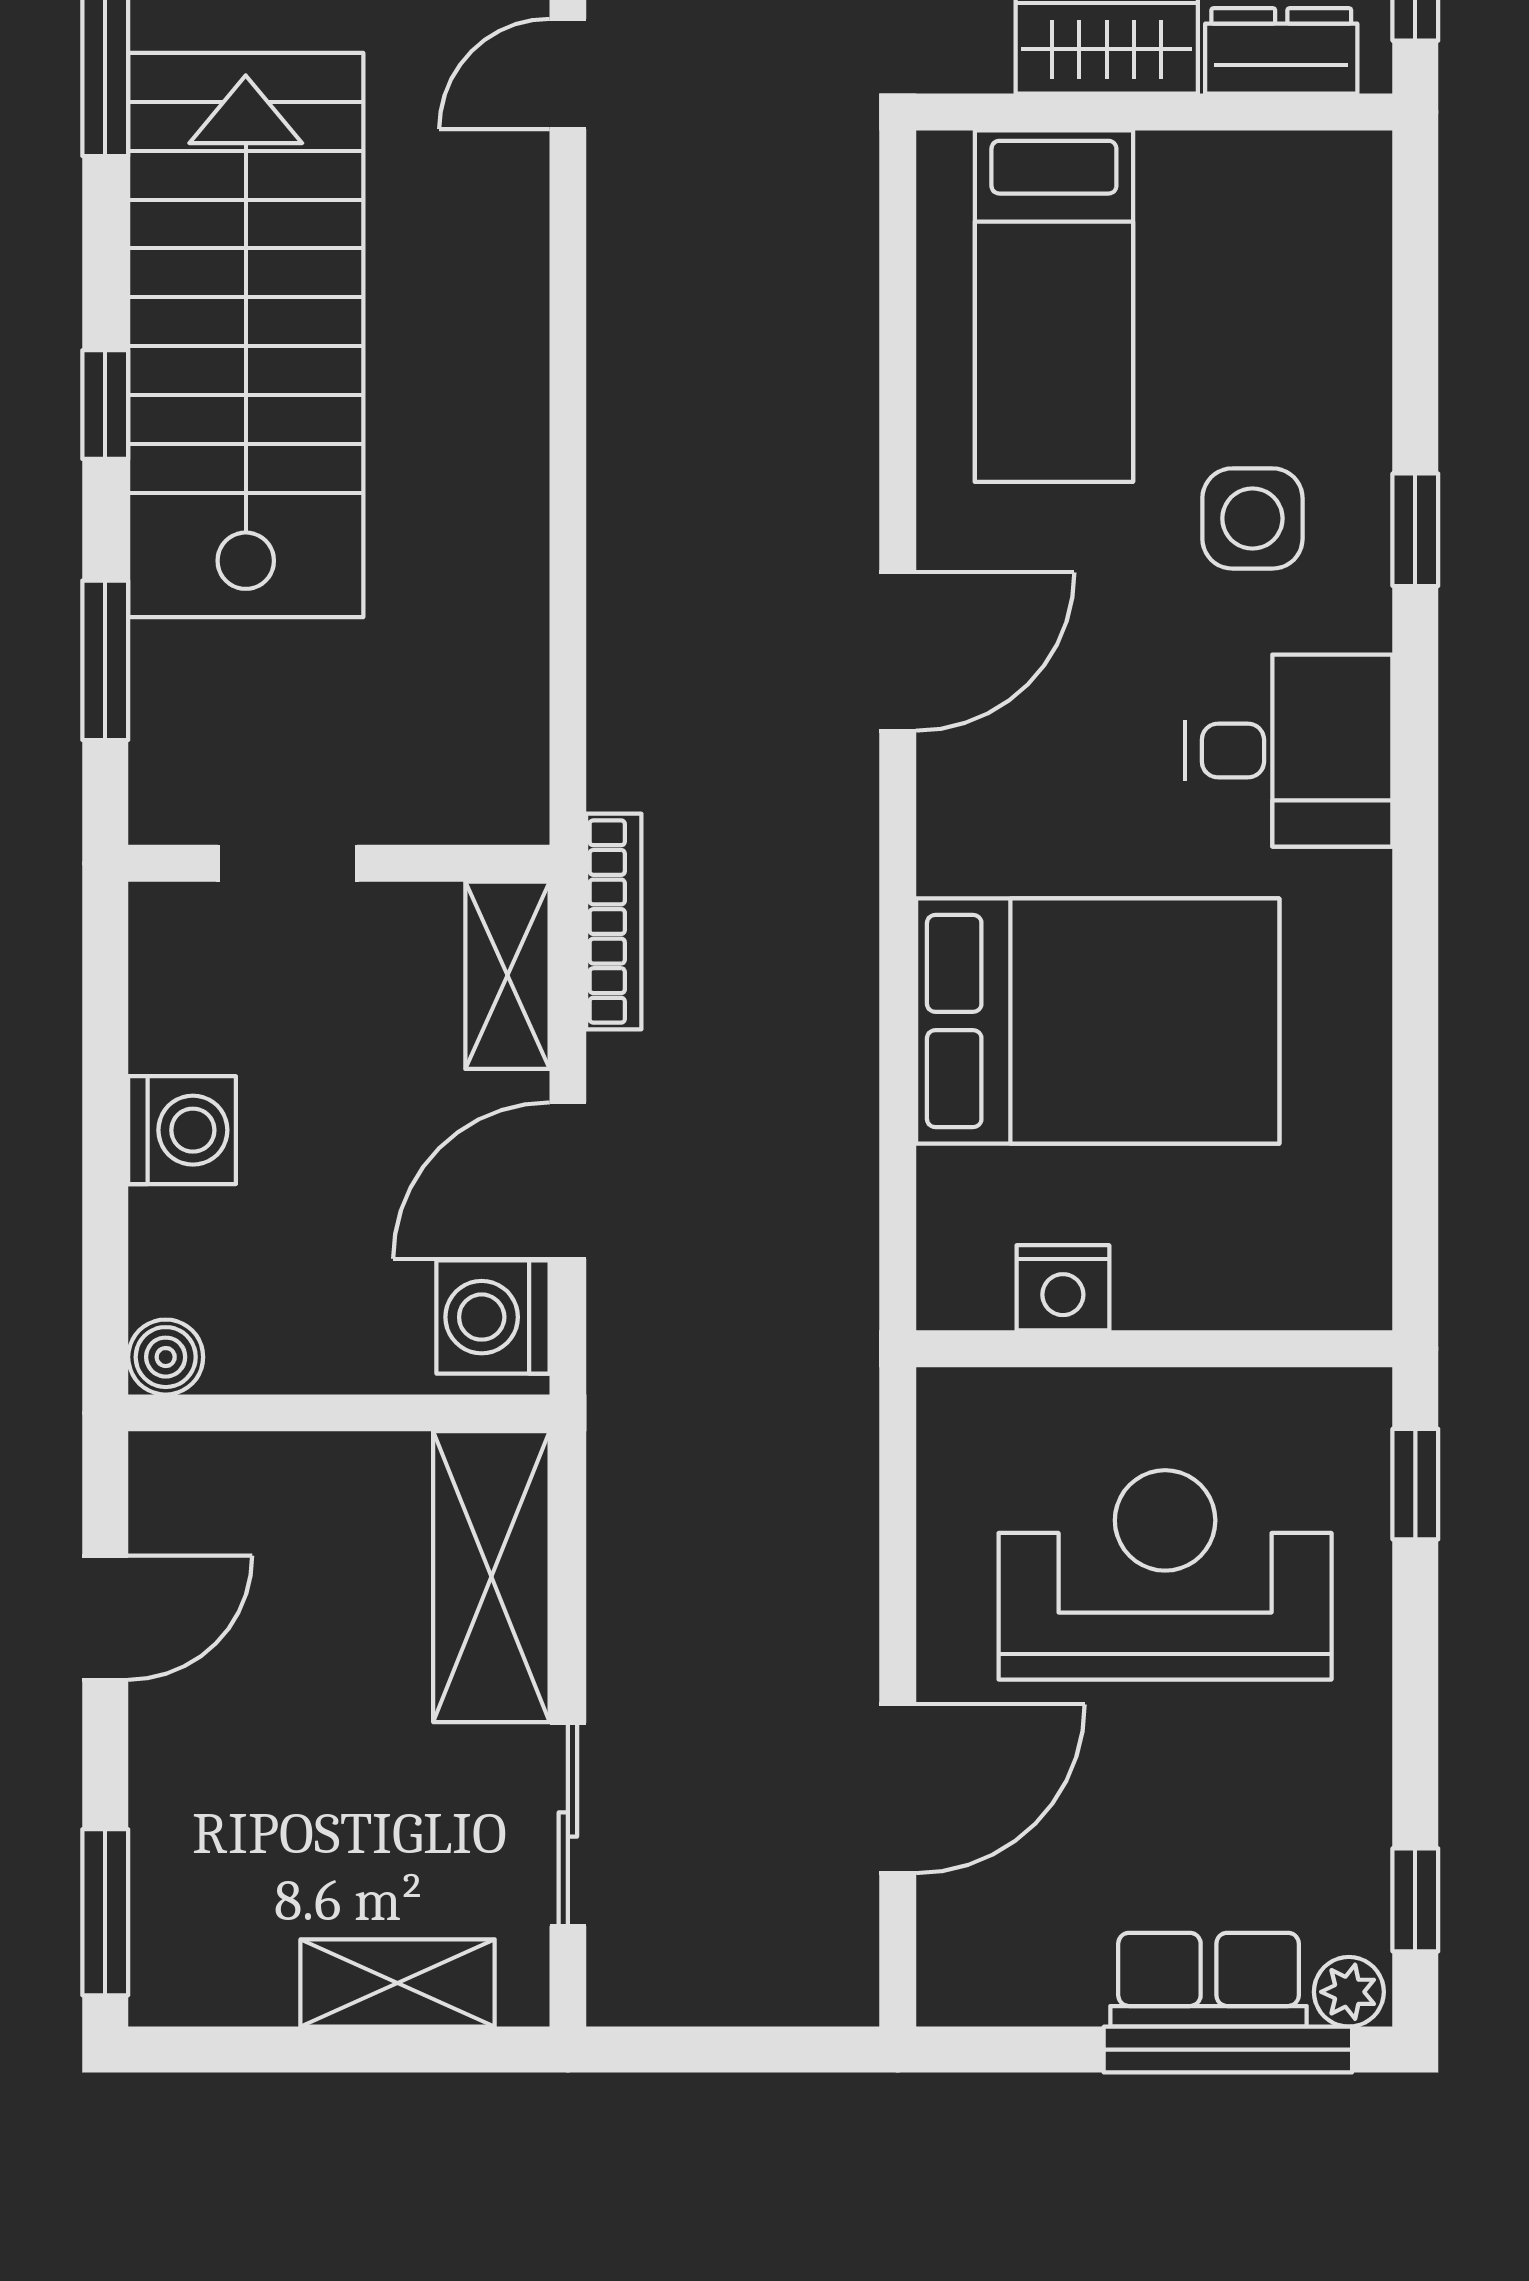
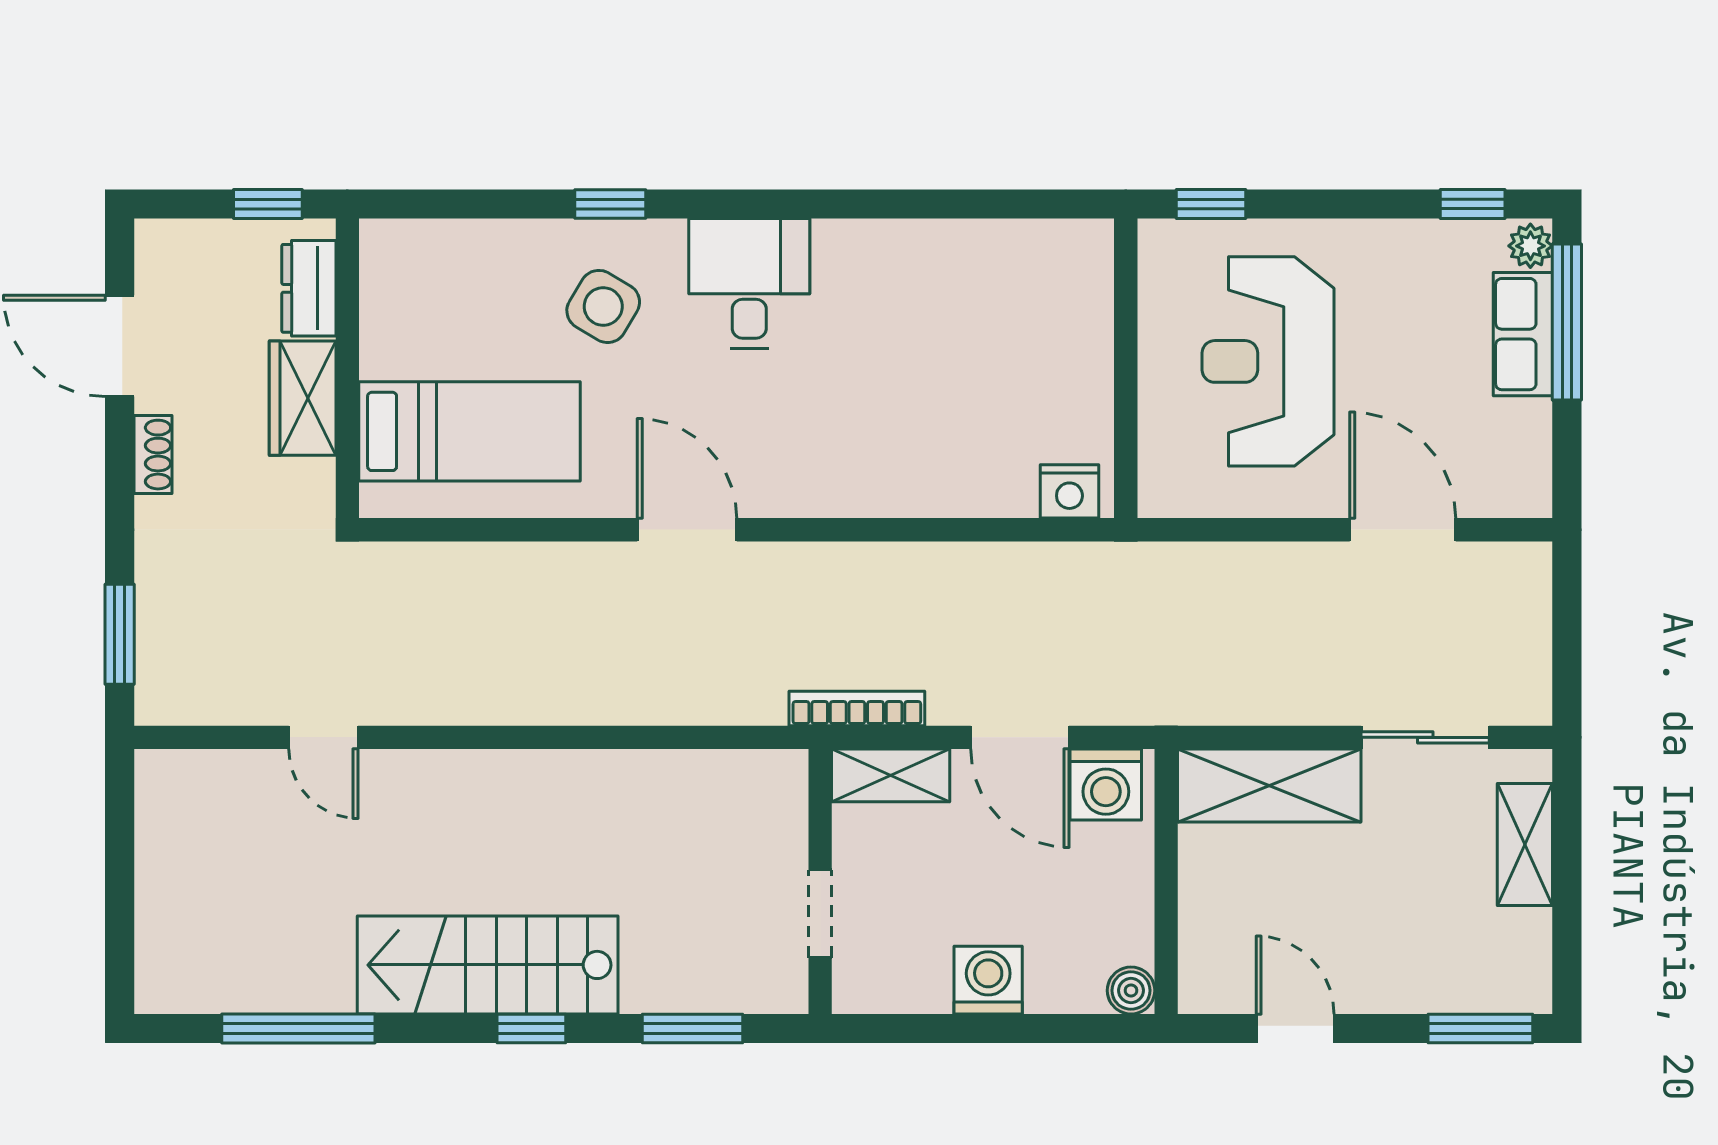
stairs: (246, 335) -> (488, 965), width x0.73, depth x0.66
side table: (1252, 518) -> (603, 306), turned 31
bed: (1098, 1021) -> (919, 404), removed
nightstand: (1063, 1288) -> (1069, 491), moved, turned 90

